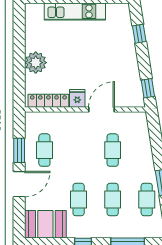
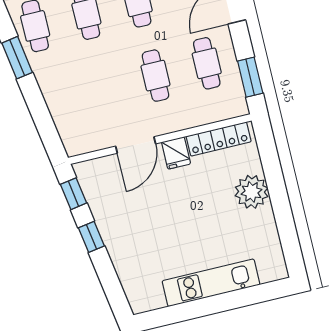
window: (139, 34) -> (91, 237), moved
window: (19, 150) -> (250, 77), moved
cafe table: (113, 150) -> (155, 76), moved

